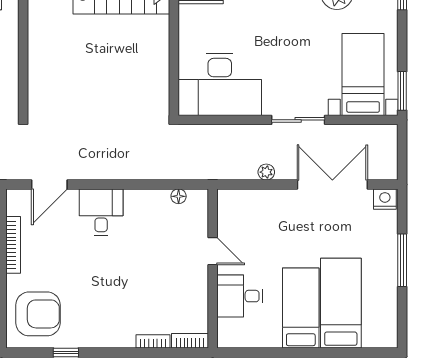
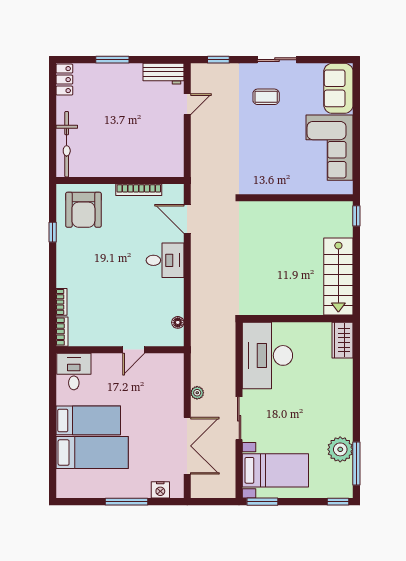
nightstand: (385, 199) -> (160, 490), moved, turned 90
desk: (240, 296) -> (74, 372), moved

